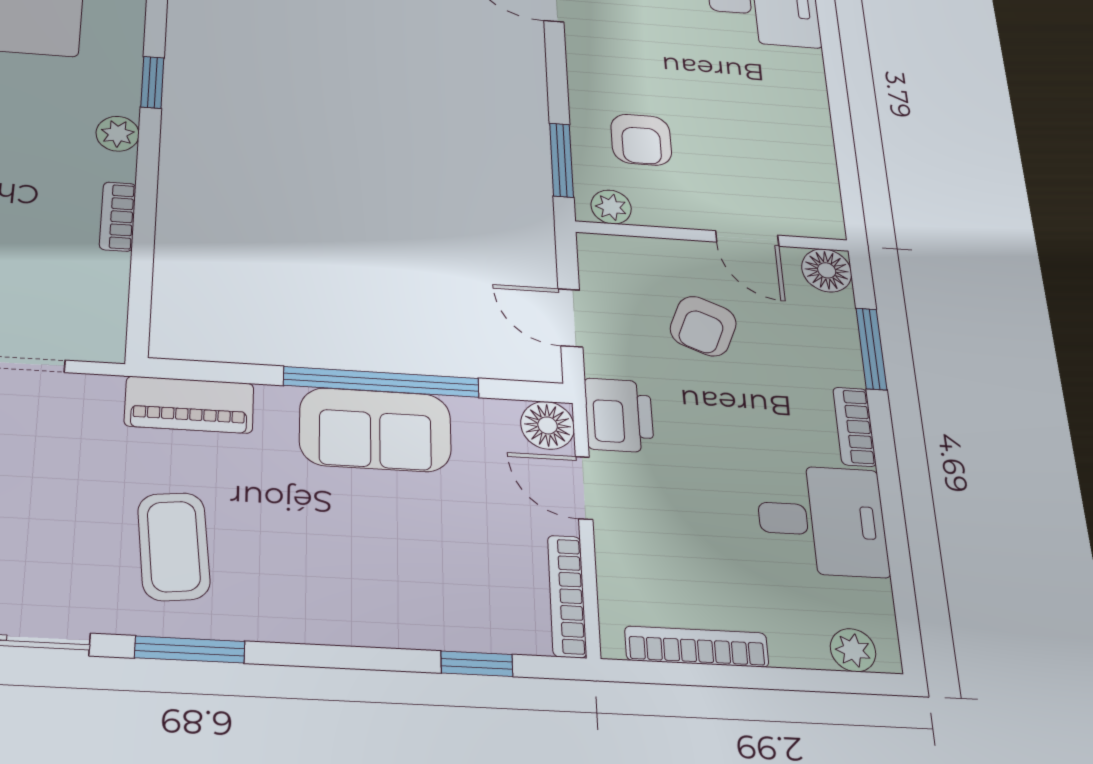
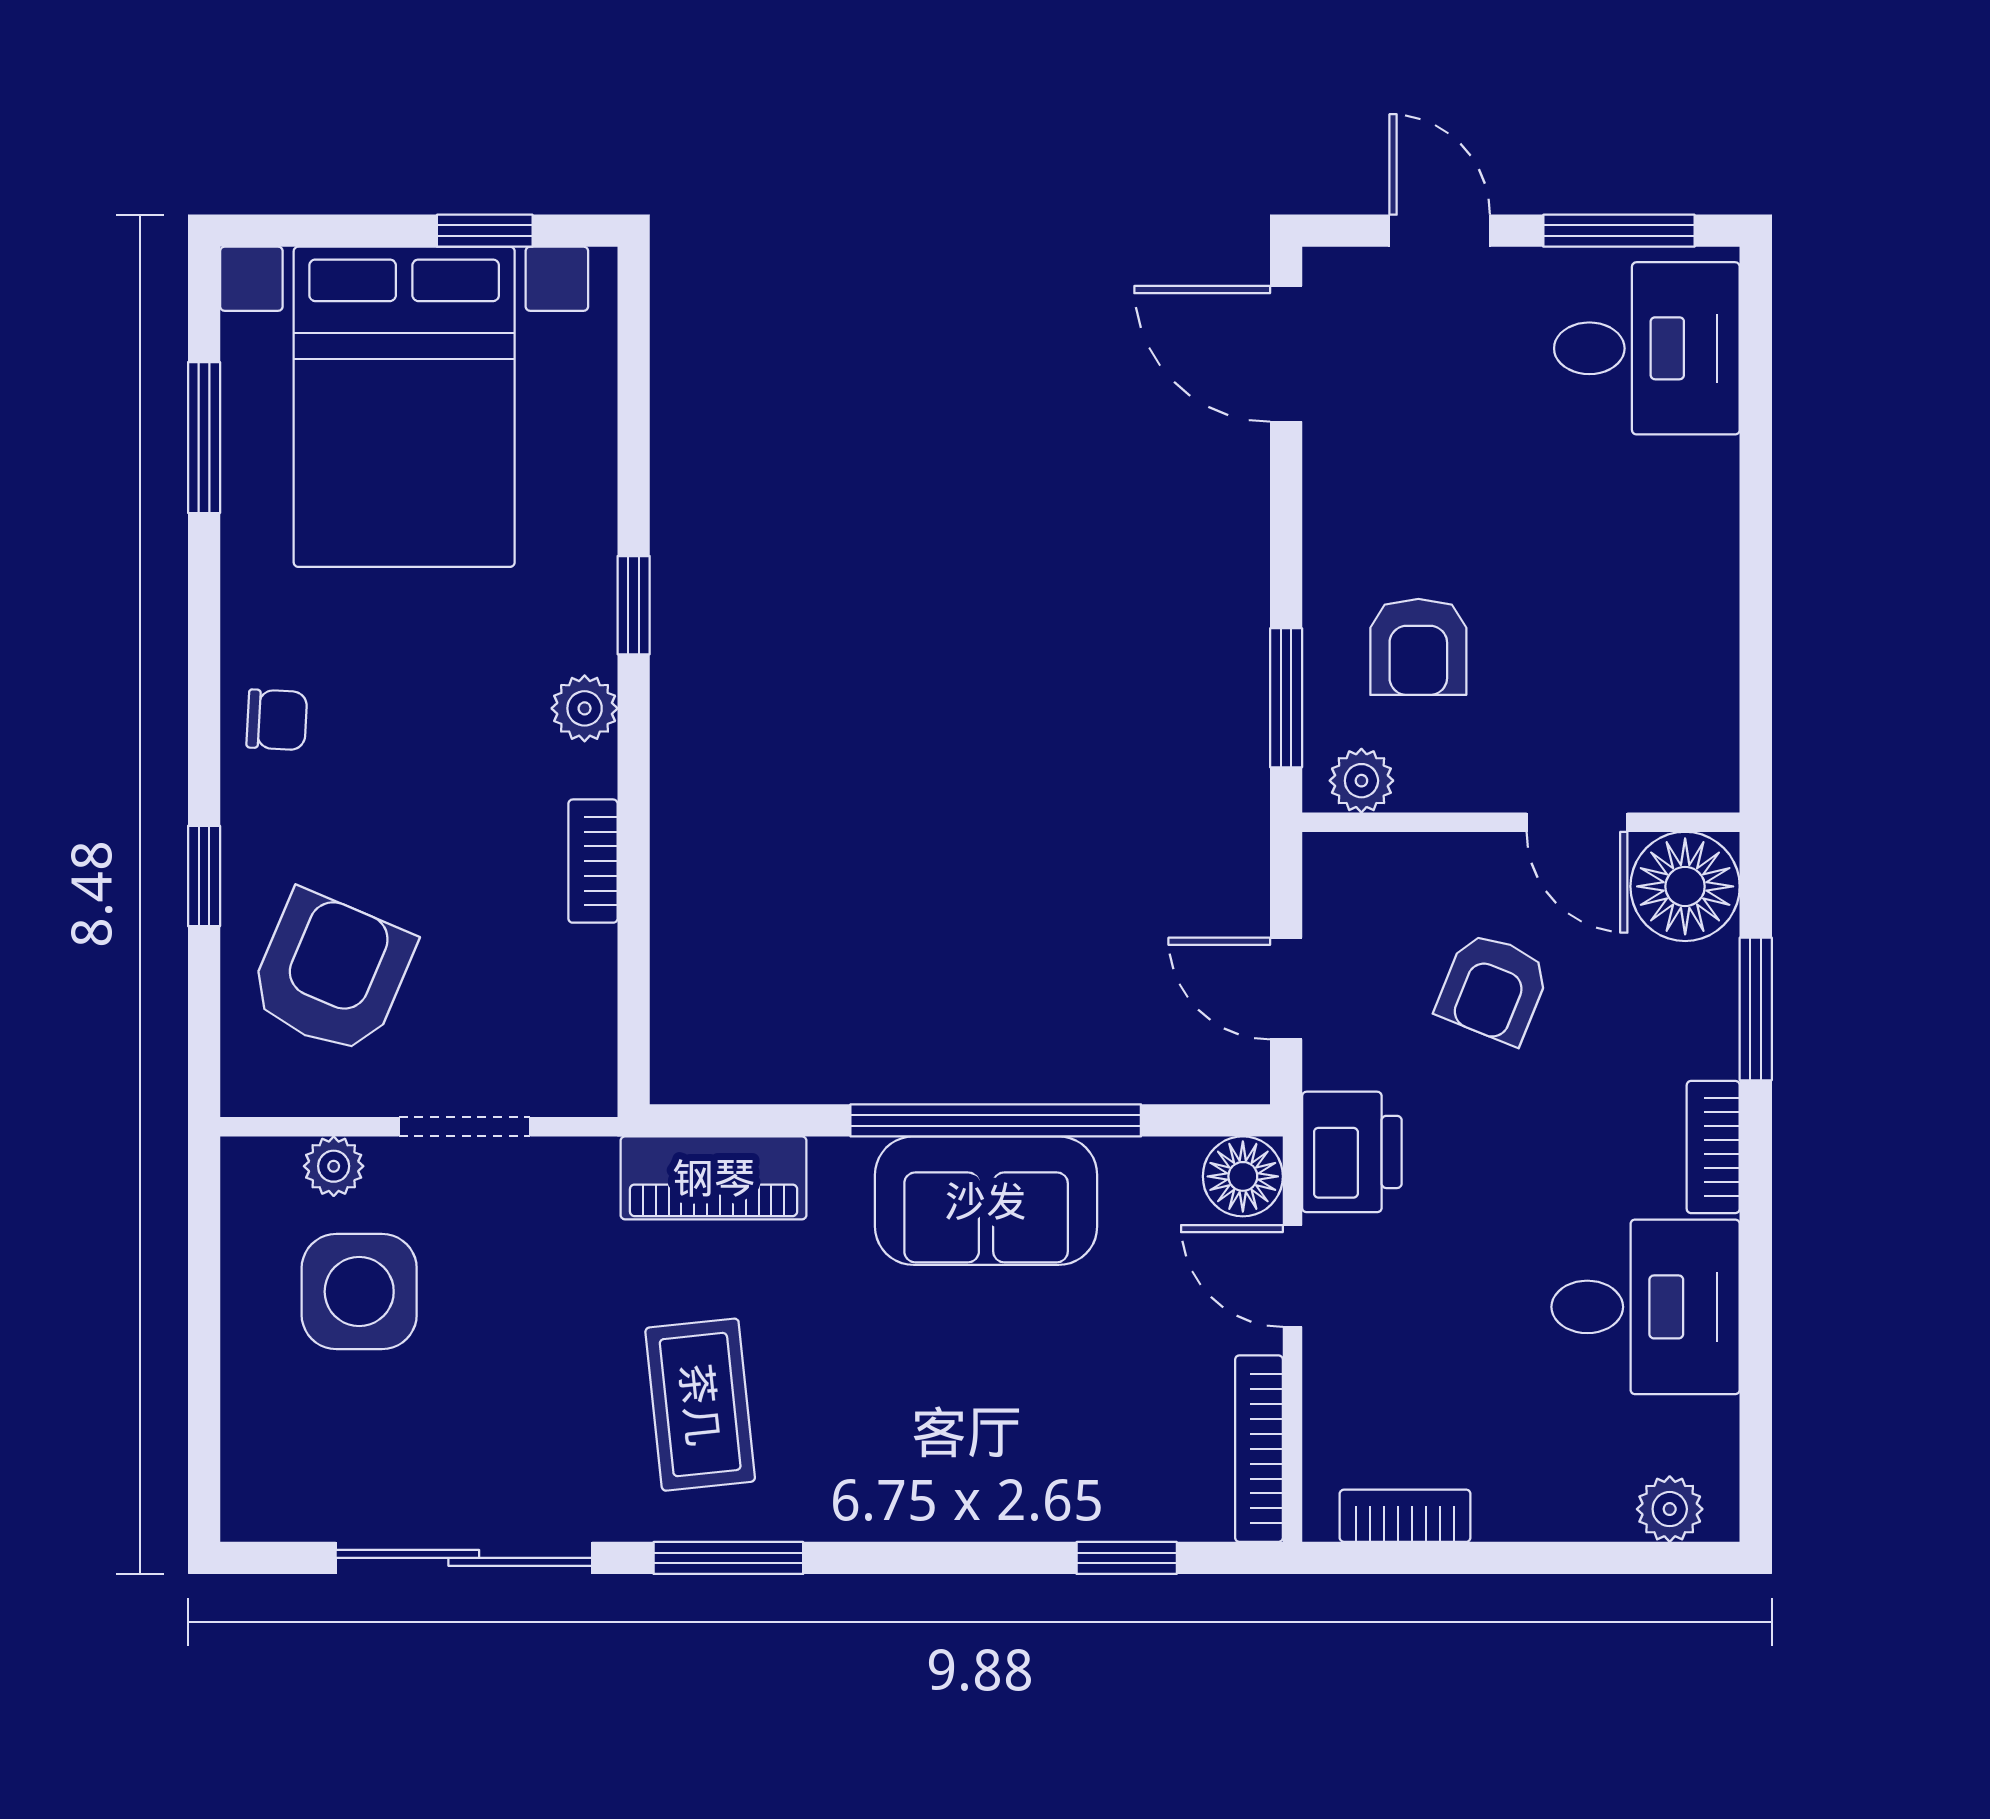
floor lamp: (827, 270) -> (1685, 886), width x1.38, depth x1.38
bookcase: (697, 647) -> (1405, 1516), width x0.64

